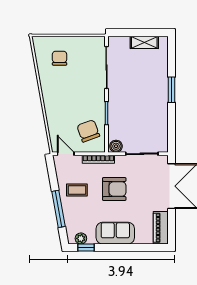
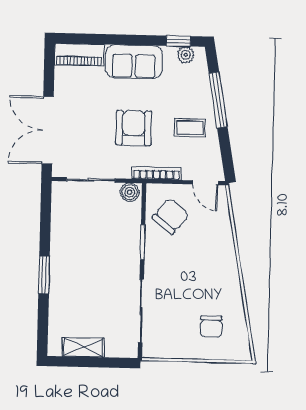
chair: (88, 131) -> (171, 216), turned -120
armchair: (114, 189) -> (134, 128), turned 90
piano: (161, 228) -> (79, 55), moved, turned 90

